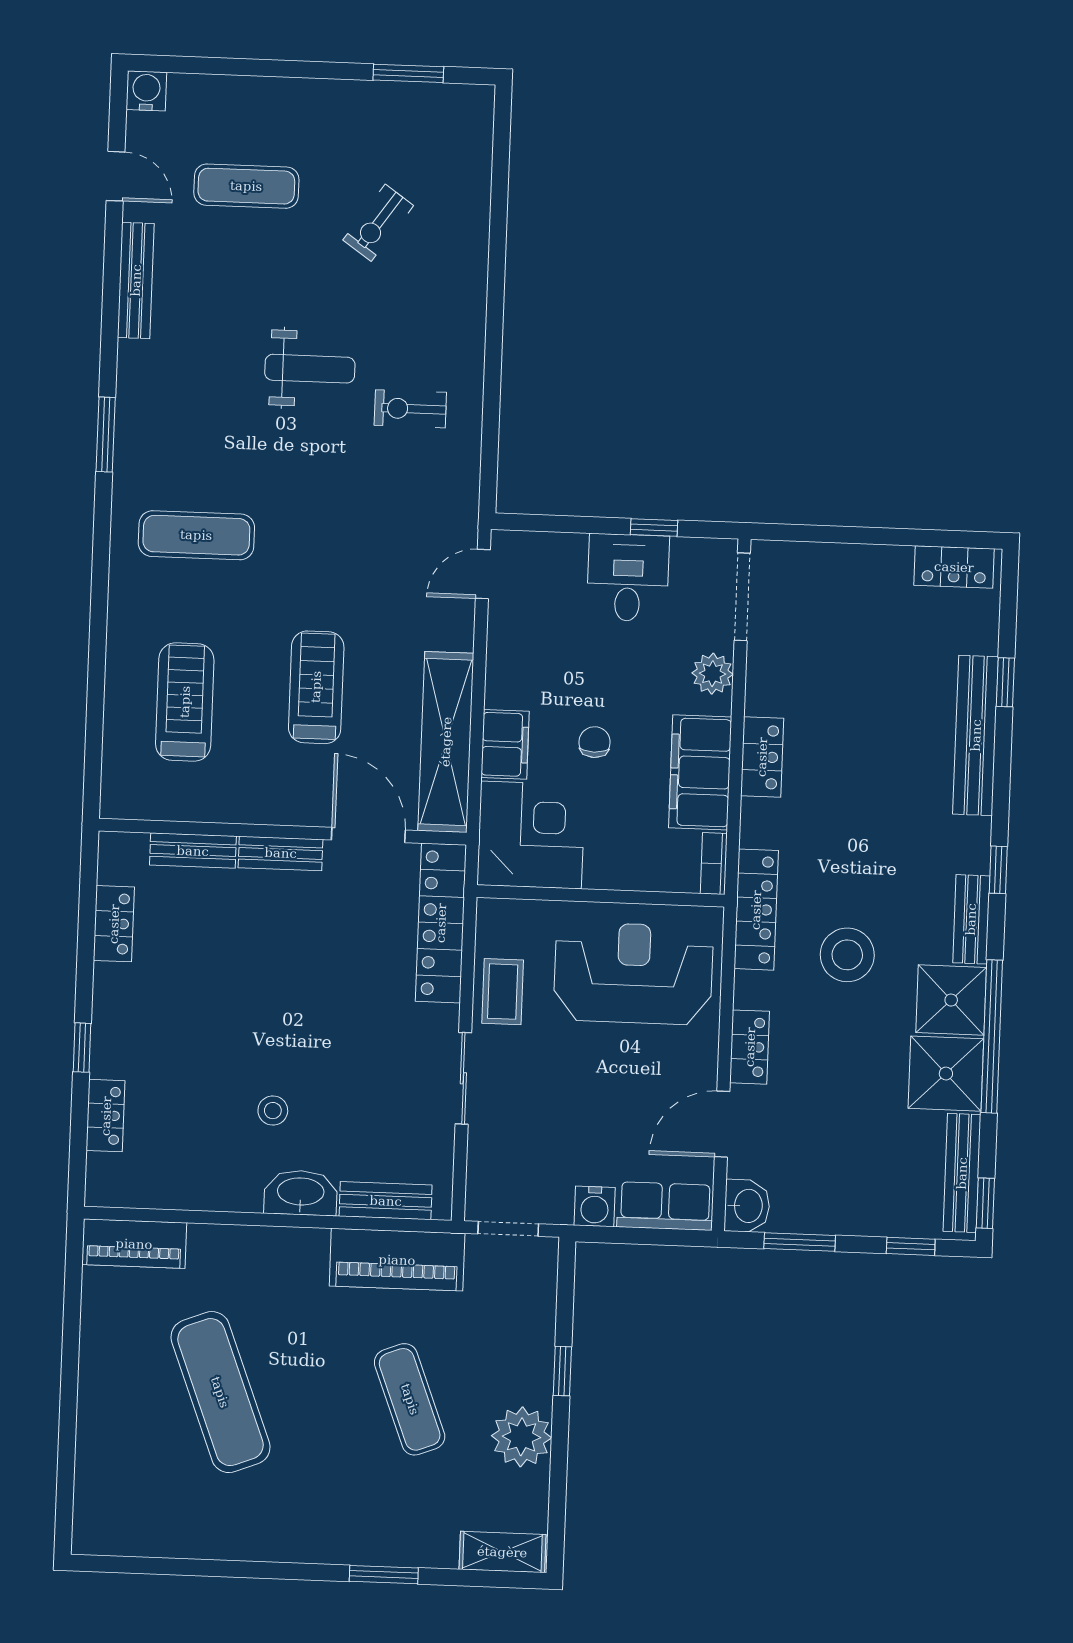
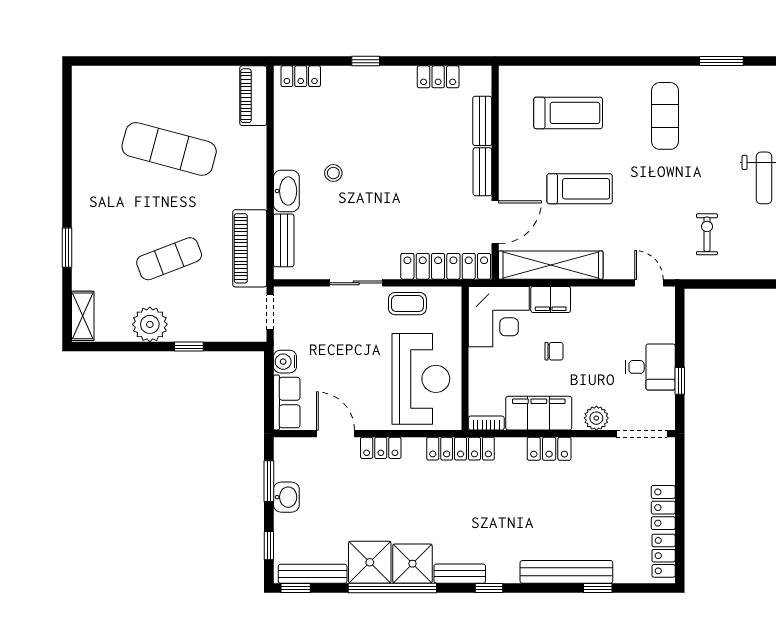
exercise bike: (410, 409) -> (707, 234), moved
locker: (871, 564) -> (663, 508), added
stool: (847, 955) -> (436, 502), removed
locker: (106, 1116) -> (301, 76), moved
washbasin: (747, 1206) -> (286, 497), moved, turned -90
exercise mat: (220, 1392) -> (169, 149), turned 36

